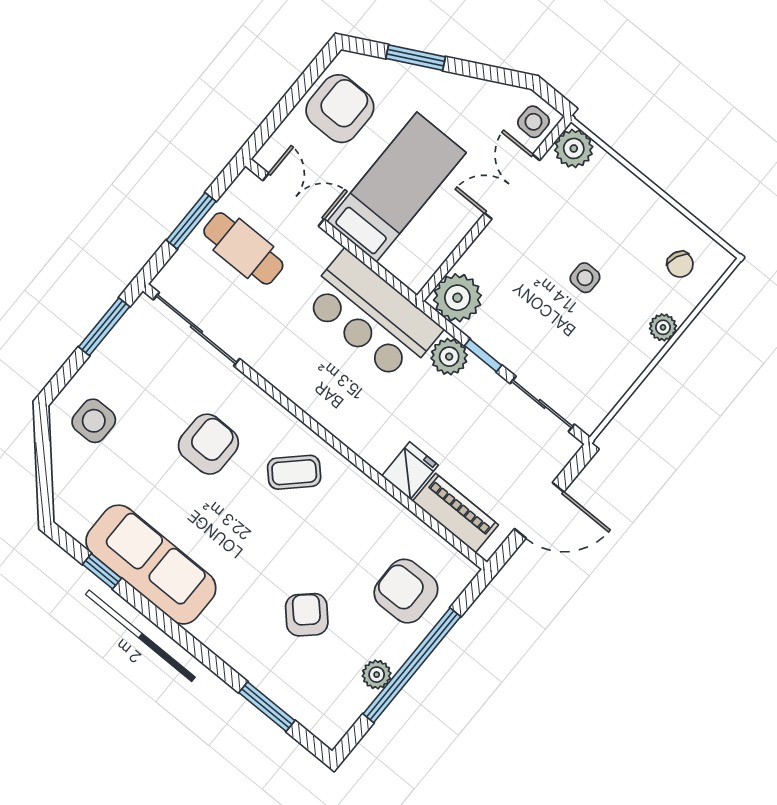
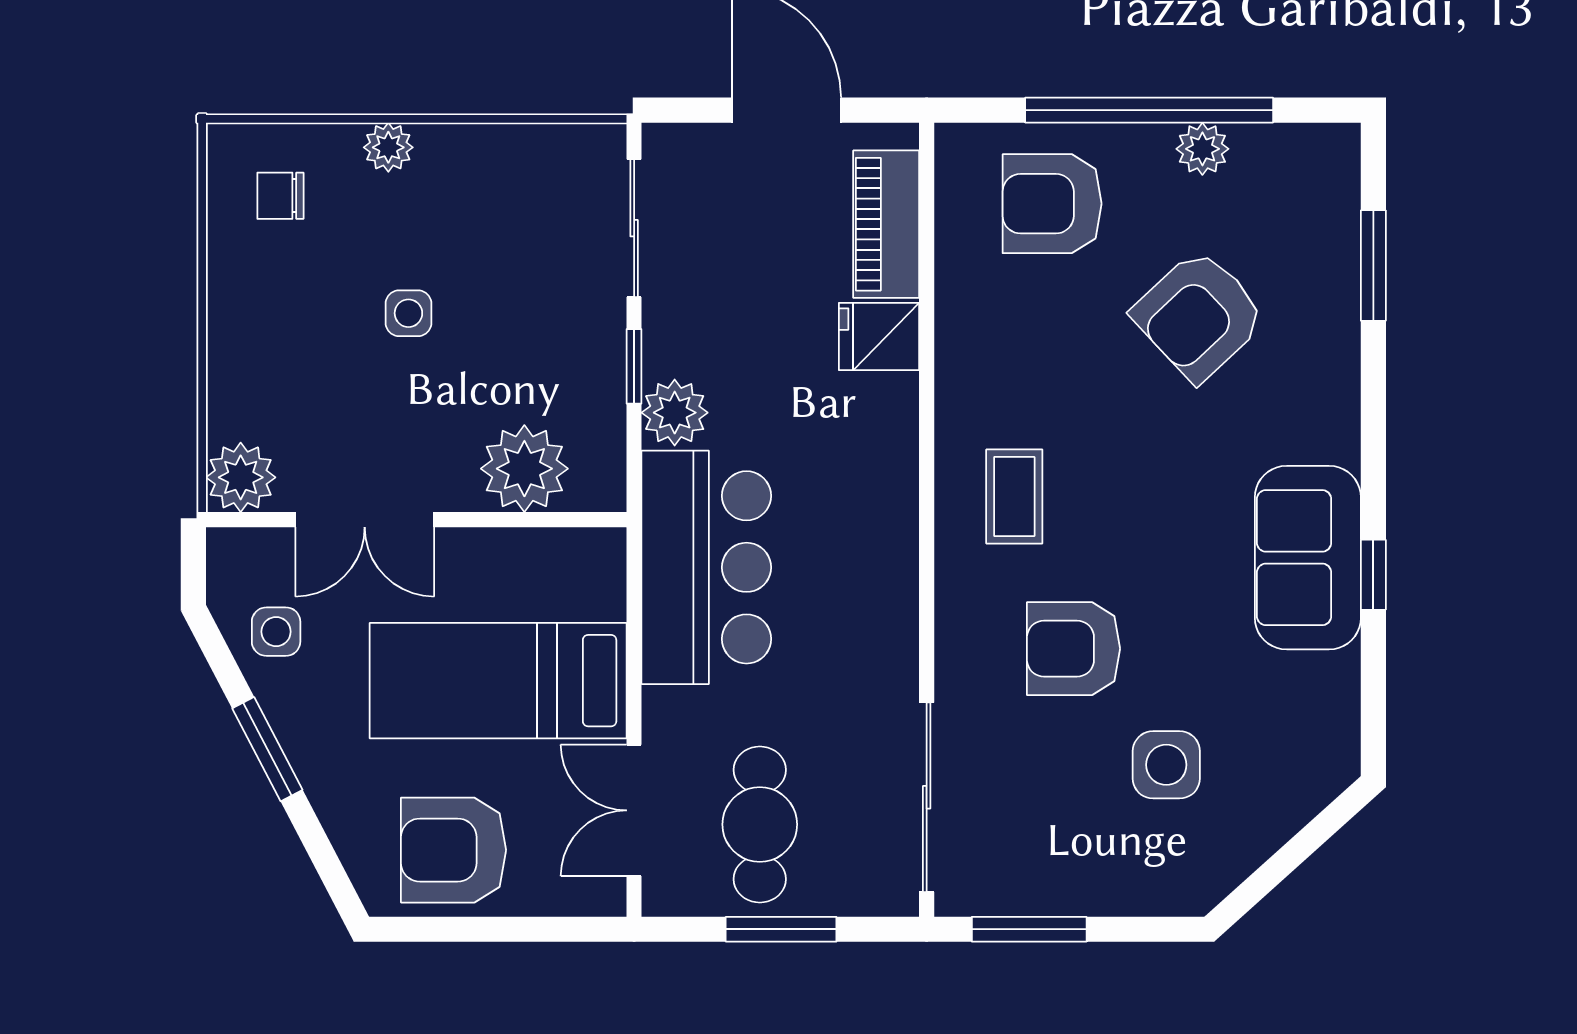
window: (416, 58) -> (267, 749), moved
side table: (533, 122) -> (276, 632), moved
chair: (680, 264) -> (280, 196), turned -114
plant: (457, 298) -> (524, 469), moved
side table: (94, 421) -> (1166, 765), moved
coffee table: (294, 472) -> (1014, 496), turned 44
sofa: (151, 565) -> (1308, 558), width x0.73
window: (102, 571) -> (1373, 575), moved
armchair: (406, 591) -> (1052, 204), turned 91
armchair: (307, 615) -> (1199, 315), width x1.38, depth x1.38

